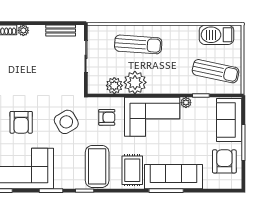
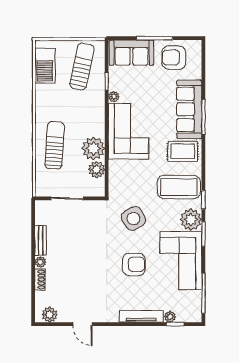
bench: (61, 30) -> (40, 240), moved
armchair: (107, 117) -> (129, 177), removed
plant: (65, 178) -> (191, 220), added

